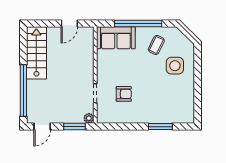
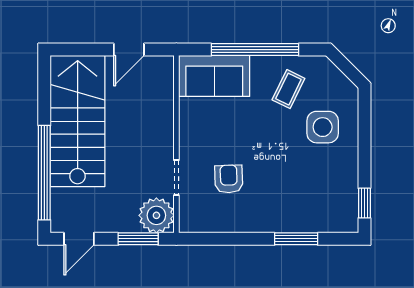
stairs: (36, 53) -> (78, 121), width x1.36, depth x1.51
armchair: (124, 94) -> (229, 179), turned -92
window: (198, 107) -> (364, 203), added
plant: (89, 118) -> (156, 215), width x1.88, depth x1.88

